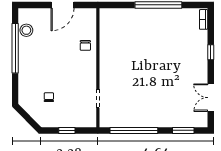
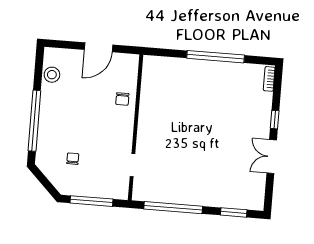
window: (15, 48) -> (34, 121), moved
double door: (211, 98) -> (272, 157), moved
window: (67, 130) -> (92, 201), width x2.17

